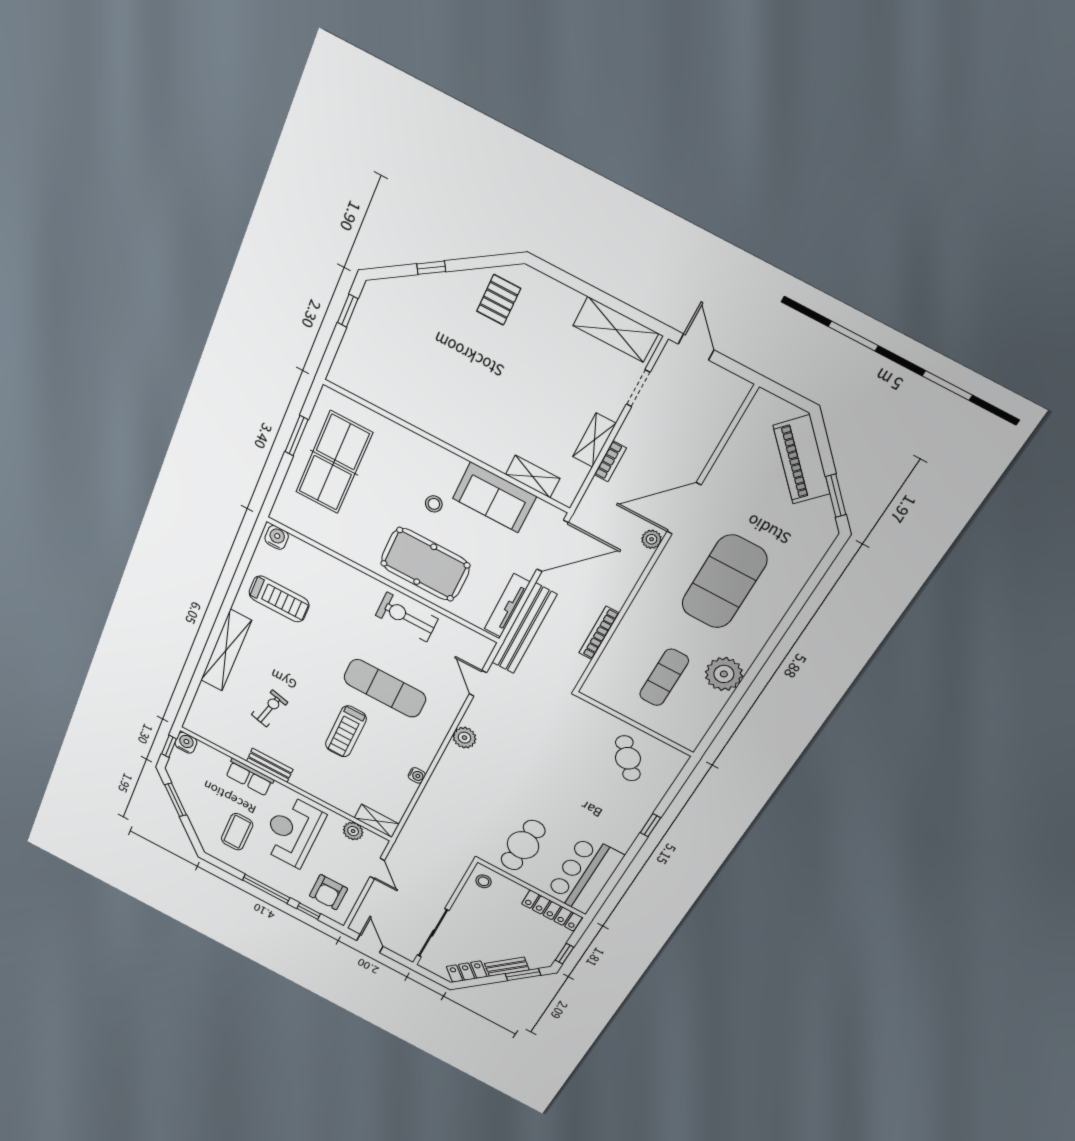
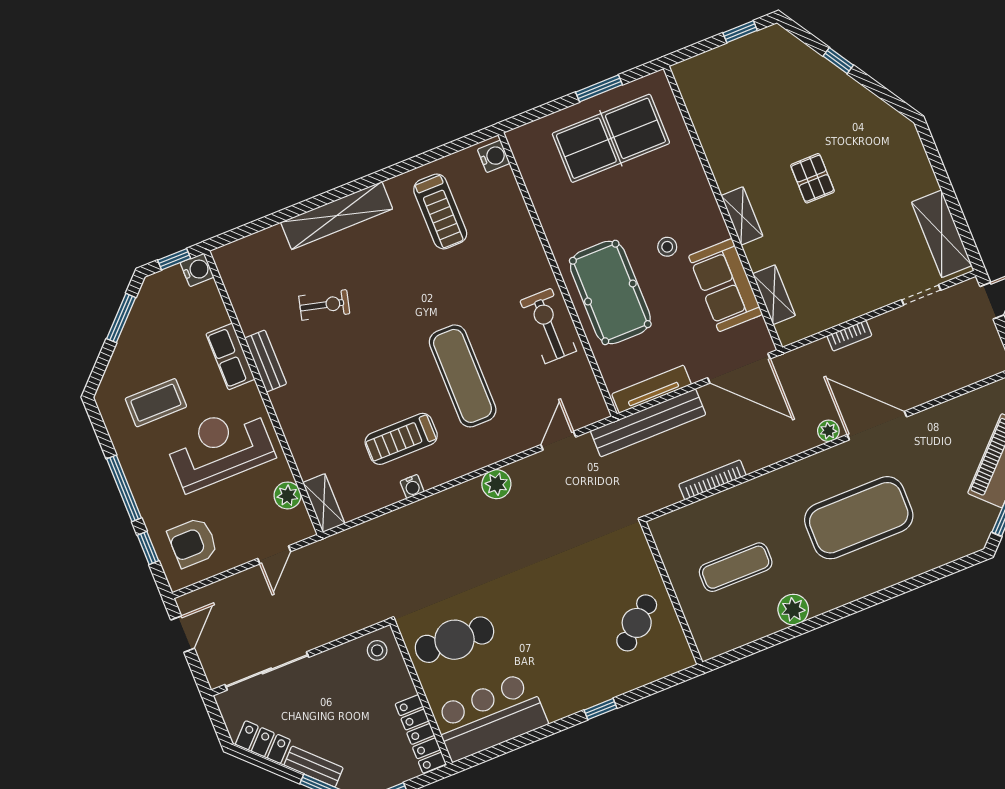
pallet: (499, 300) -> (813, 178), moved, turned 90
shelving: (594, 440) -> (742, 216), moved, turned 90
plant: (724, 674) -> (793, 609), width x0.73, depth x0.73
treadmill: (346, 731) -> (401, 439), moved

